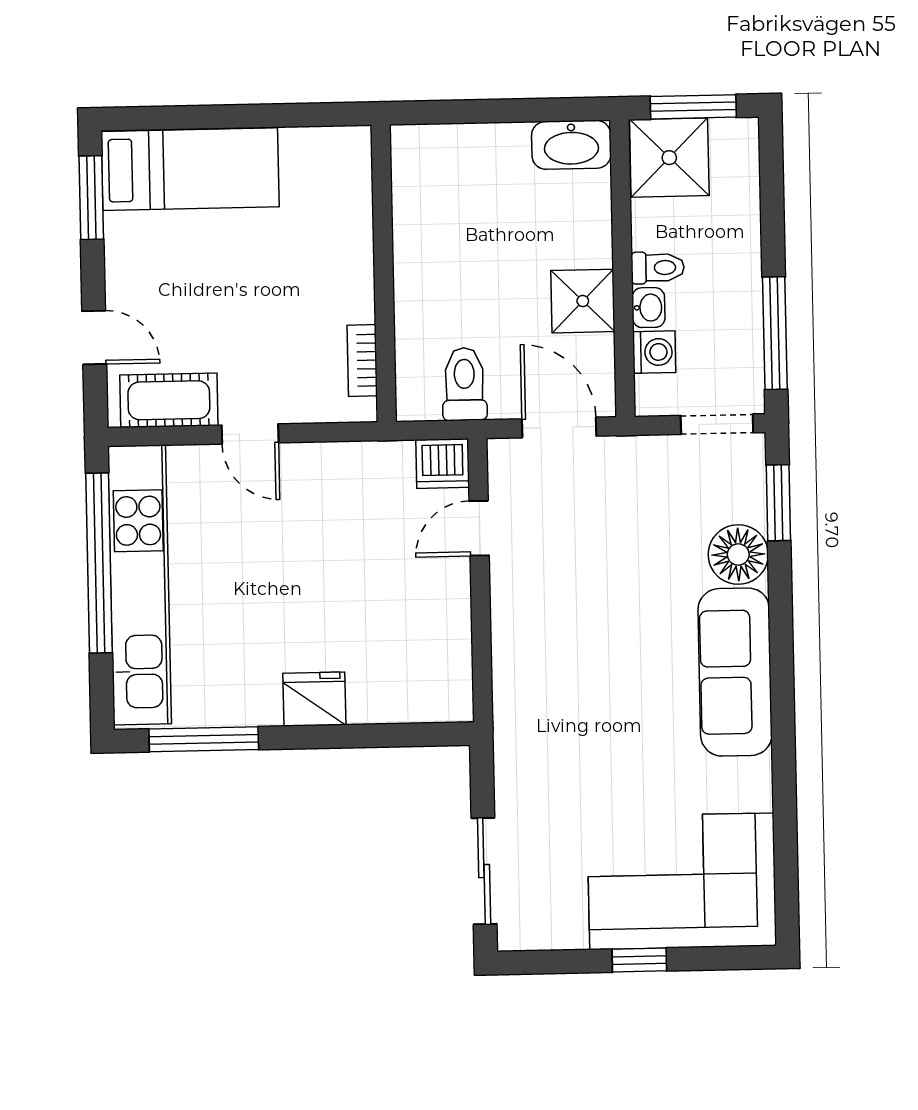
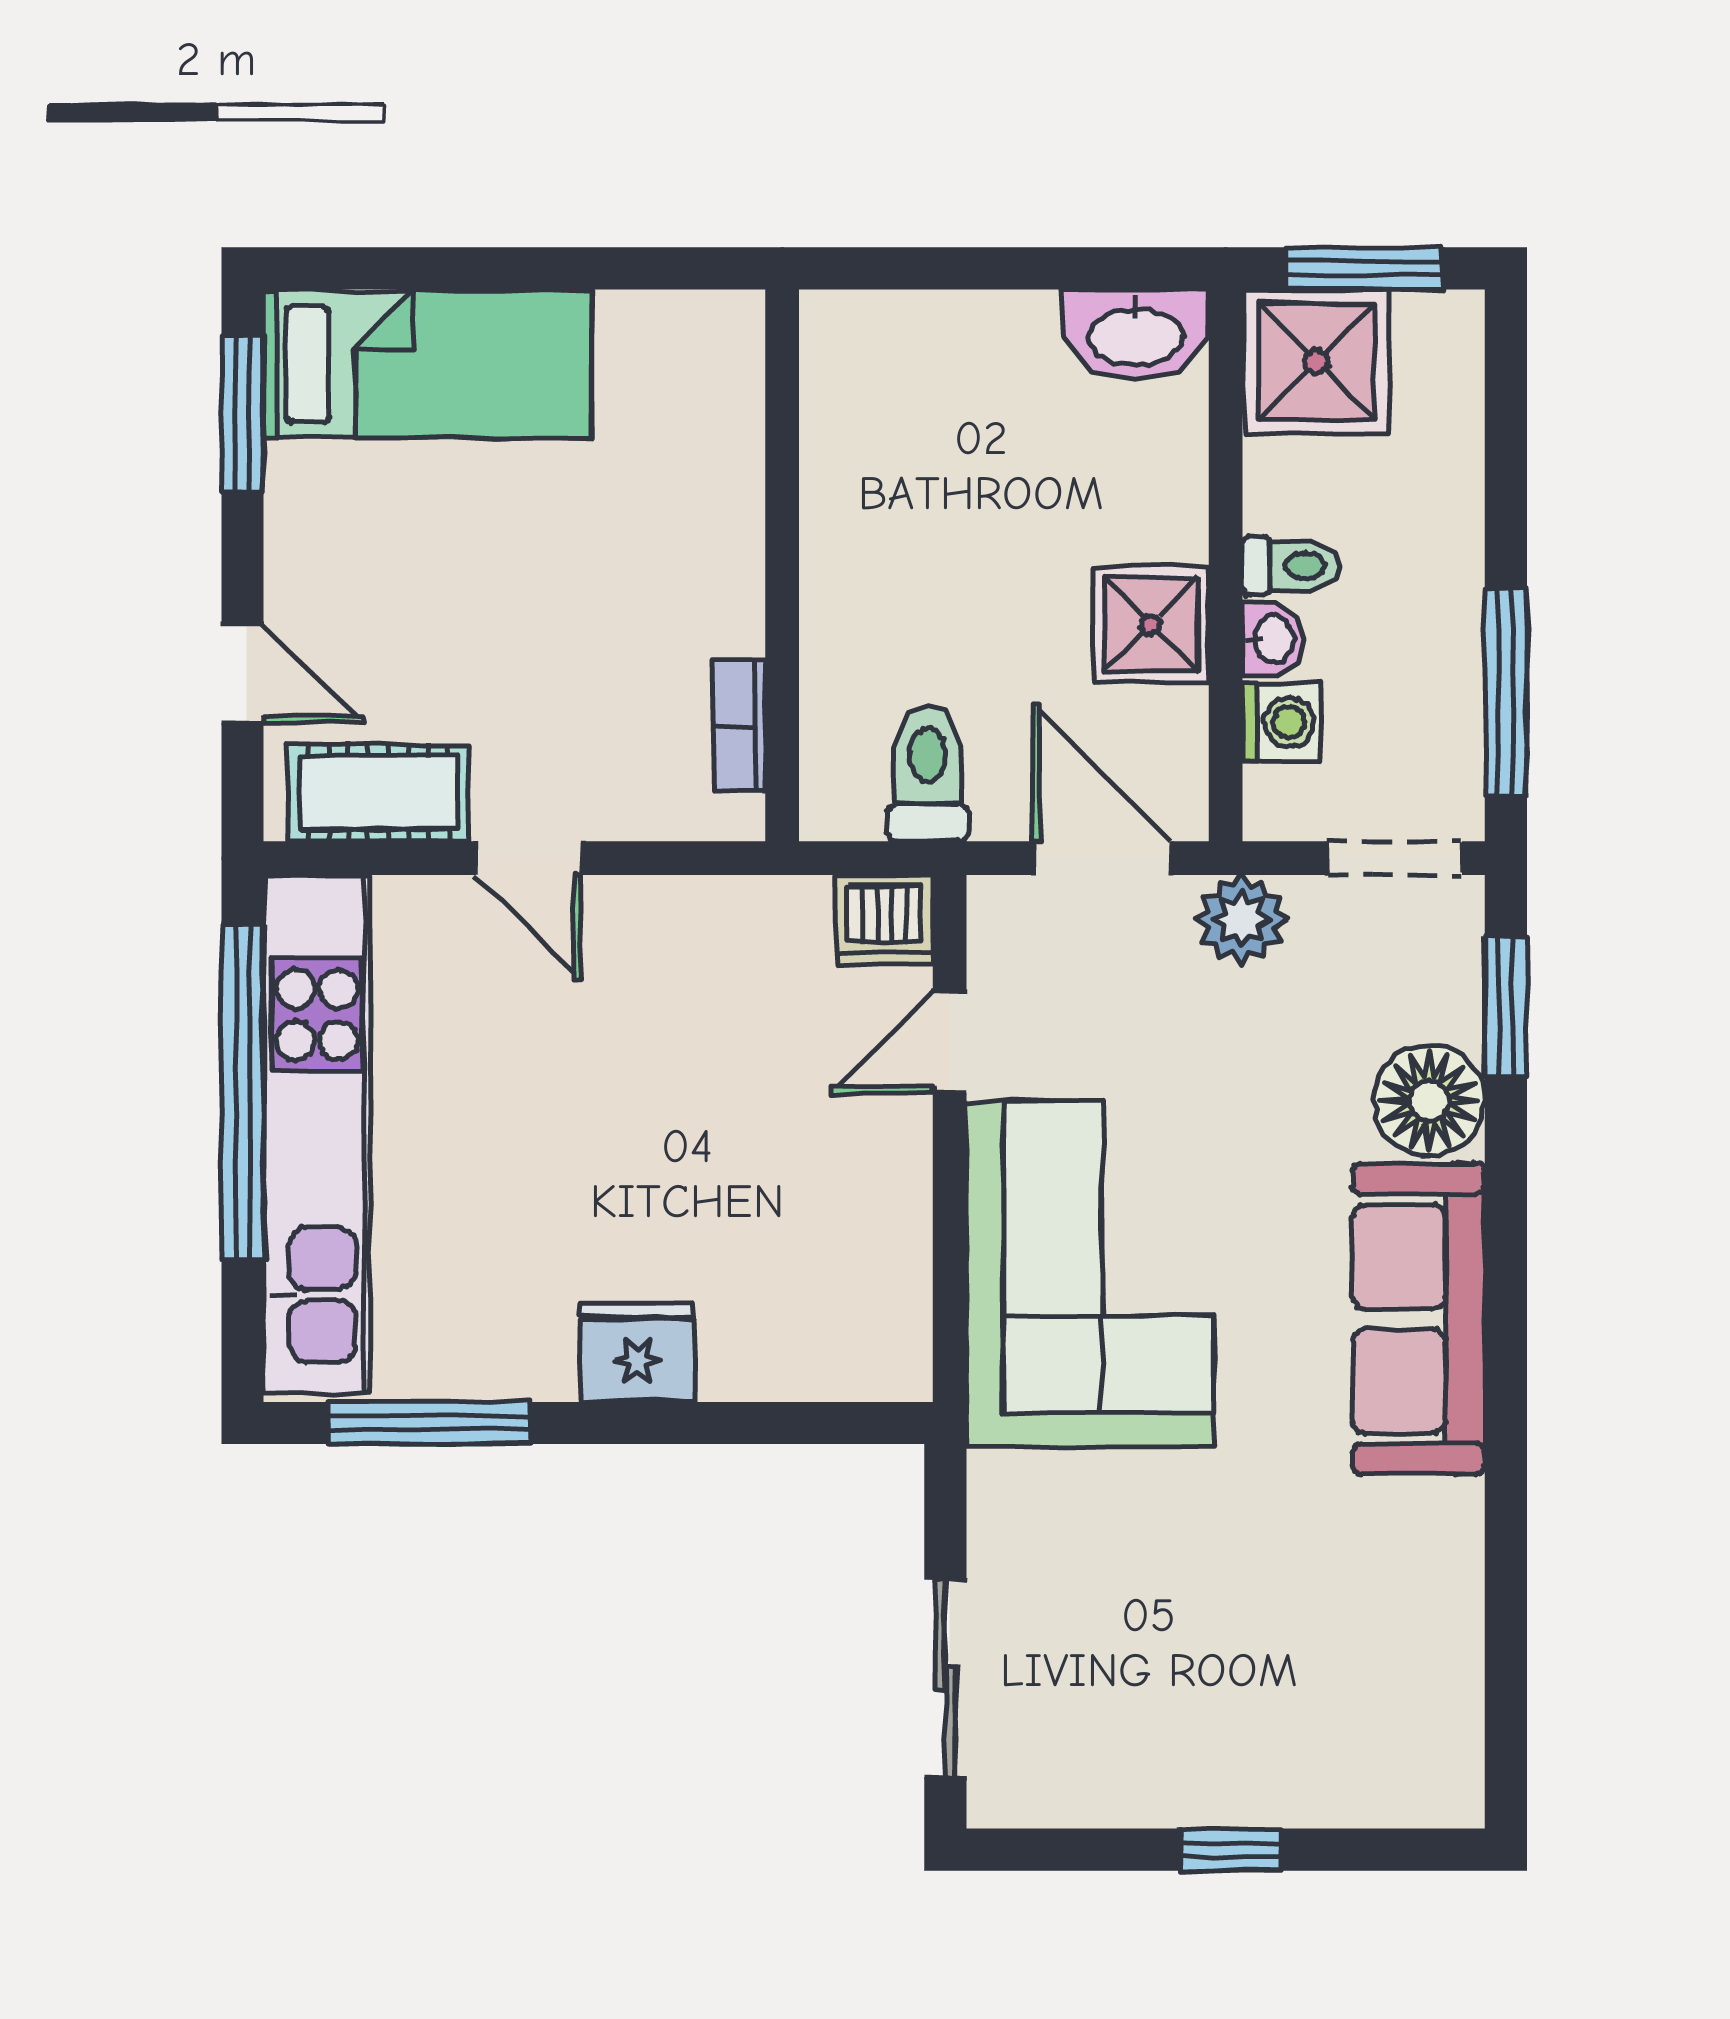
plant: (635, 459) -> (1242, 920), added
corner sofa: (682, 881) -> (1090, 1274), moved, turned 90

